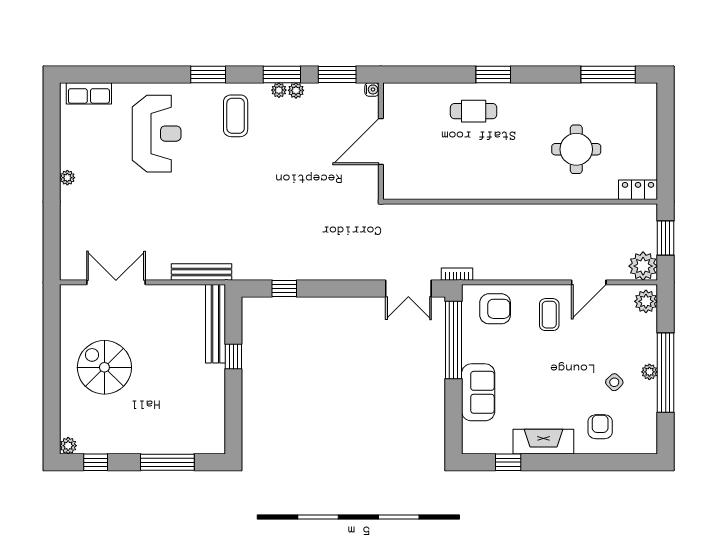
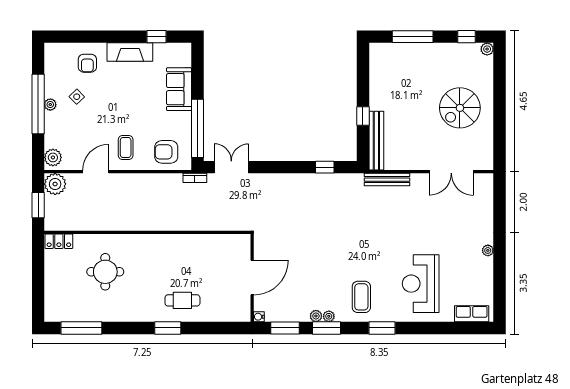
spiral stairs: (104, 367) -> (460, 108), turned 90

